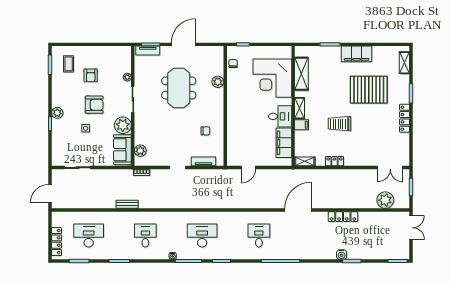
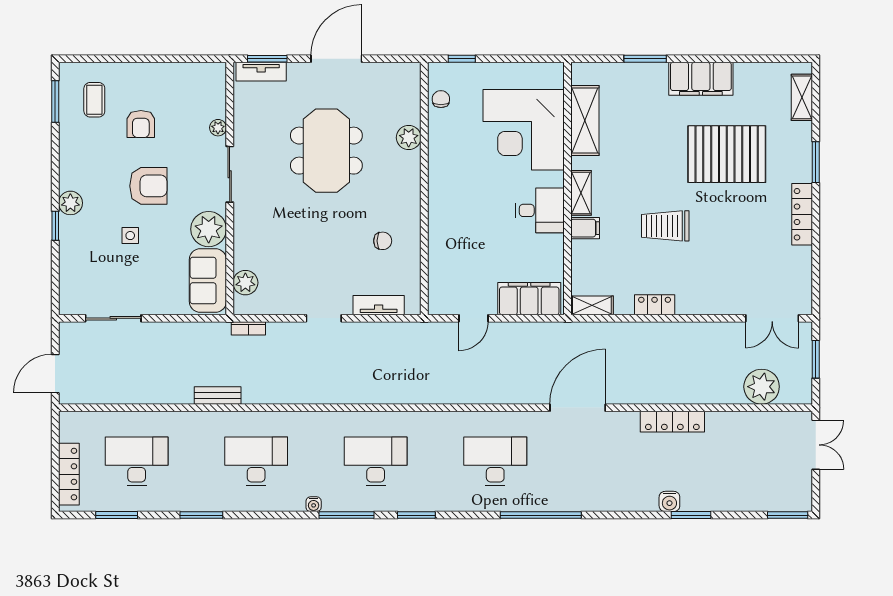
filing cabinet: (284, 143) -> (529, 299), moved, turned 90
desk: (145, 236) -> (256, 461), width x1.37
desk: (259, 236) -> (495, 461), width x1.37

